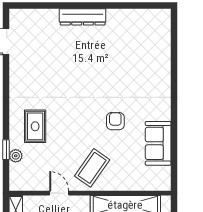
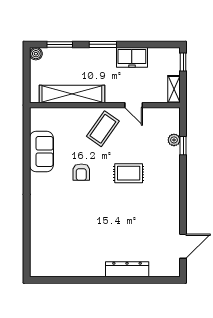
dresser: (83, 17) -> (127, 269), moved
rug: (35, 126) -> (129, 173), moved, turned 90

